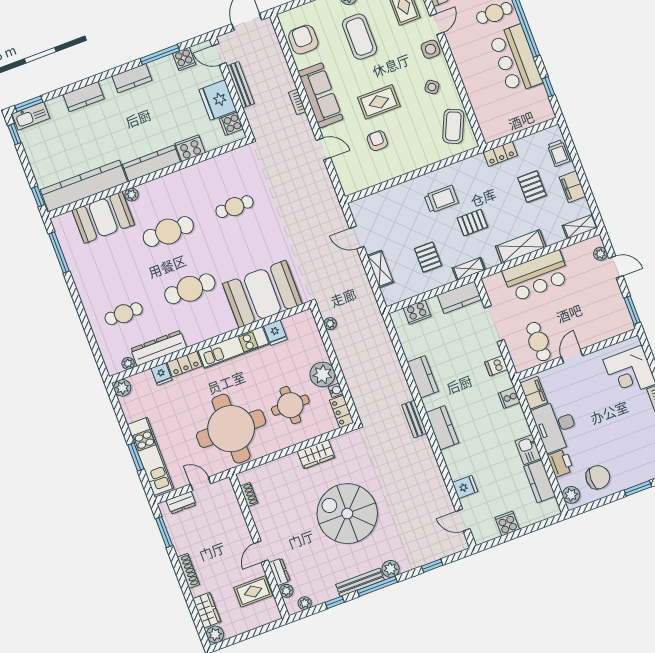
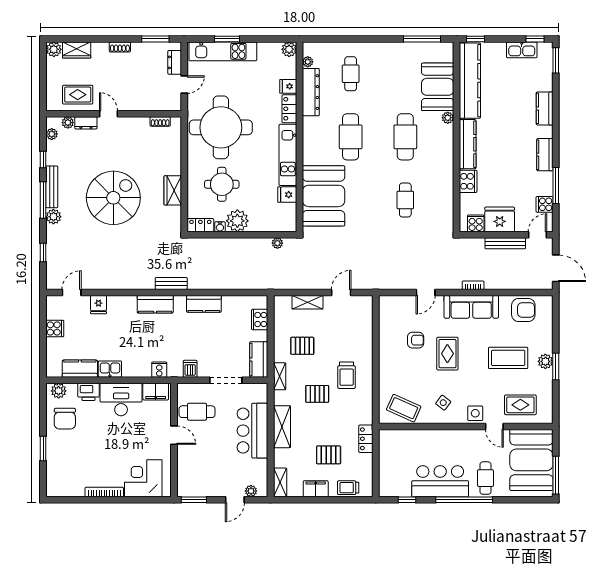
kitchen sink: (31, 116) -> (522, 50), moved, turned -90
pallet: (472, 223) -> (317, 394), turned 90
shoe rack: (188, 571) -> (120, 47), width x0.70
rug: (253, 592) -> (78, 95), turned 90

